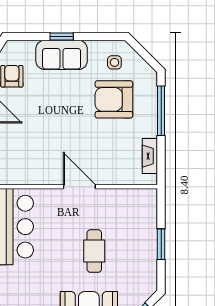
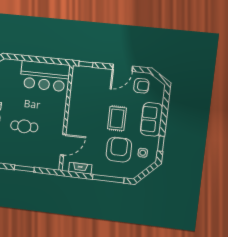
window: (62, 36) -> (161, 144), moved
rug: (66, 108) -> (117, 118), added
door: (79, 187) -> (63, 145), moved

